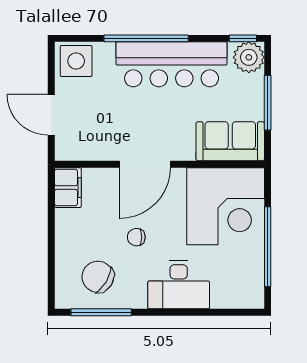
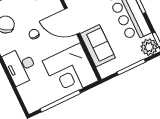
sofa: (230, 141) -> (98, 46), moved

